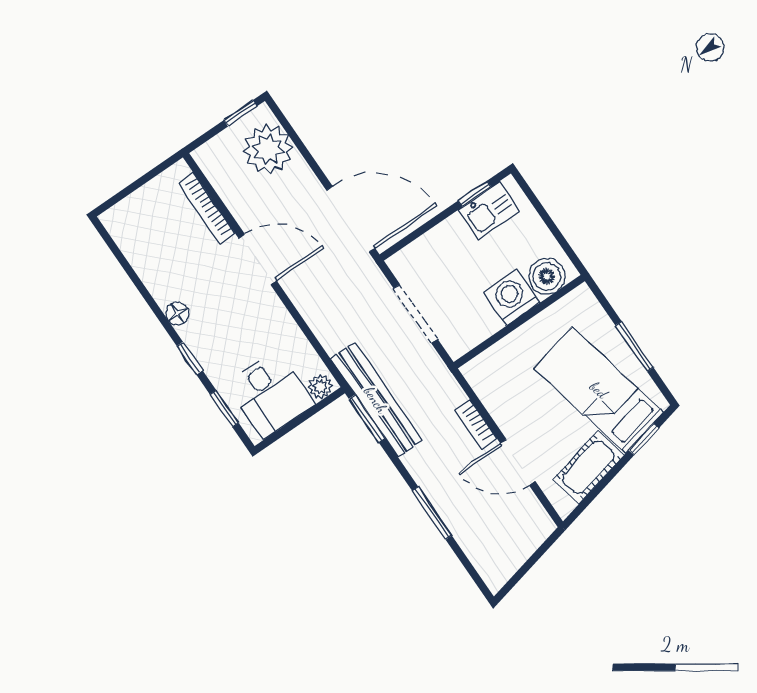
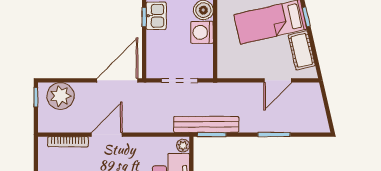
bookcase: (476, 424) -> (248, 88), removed

